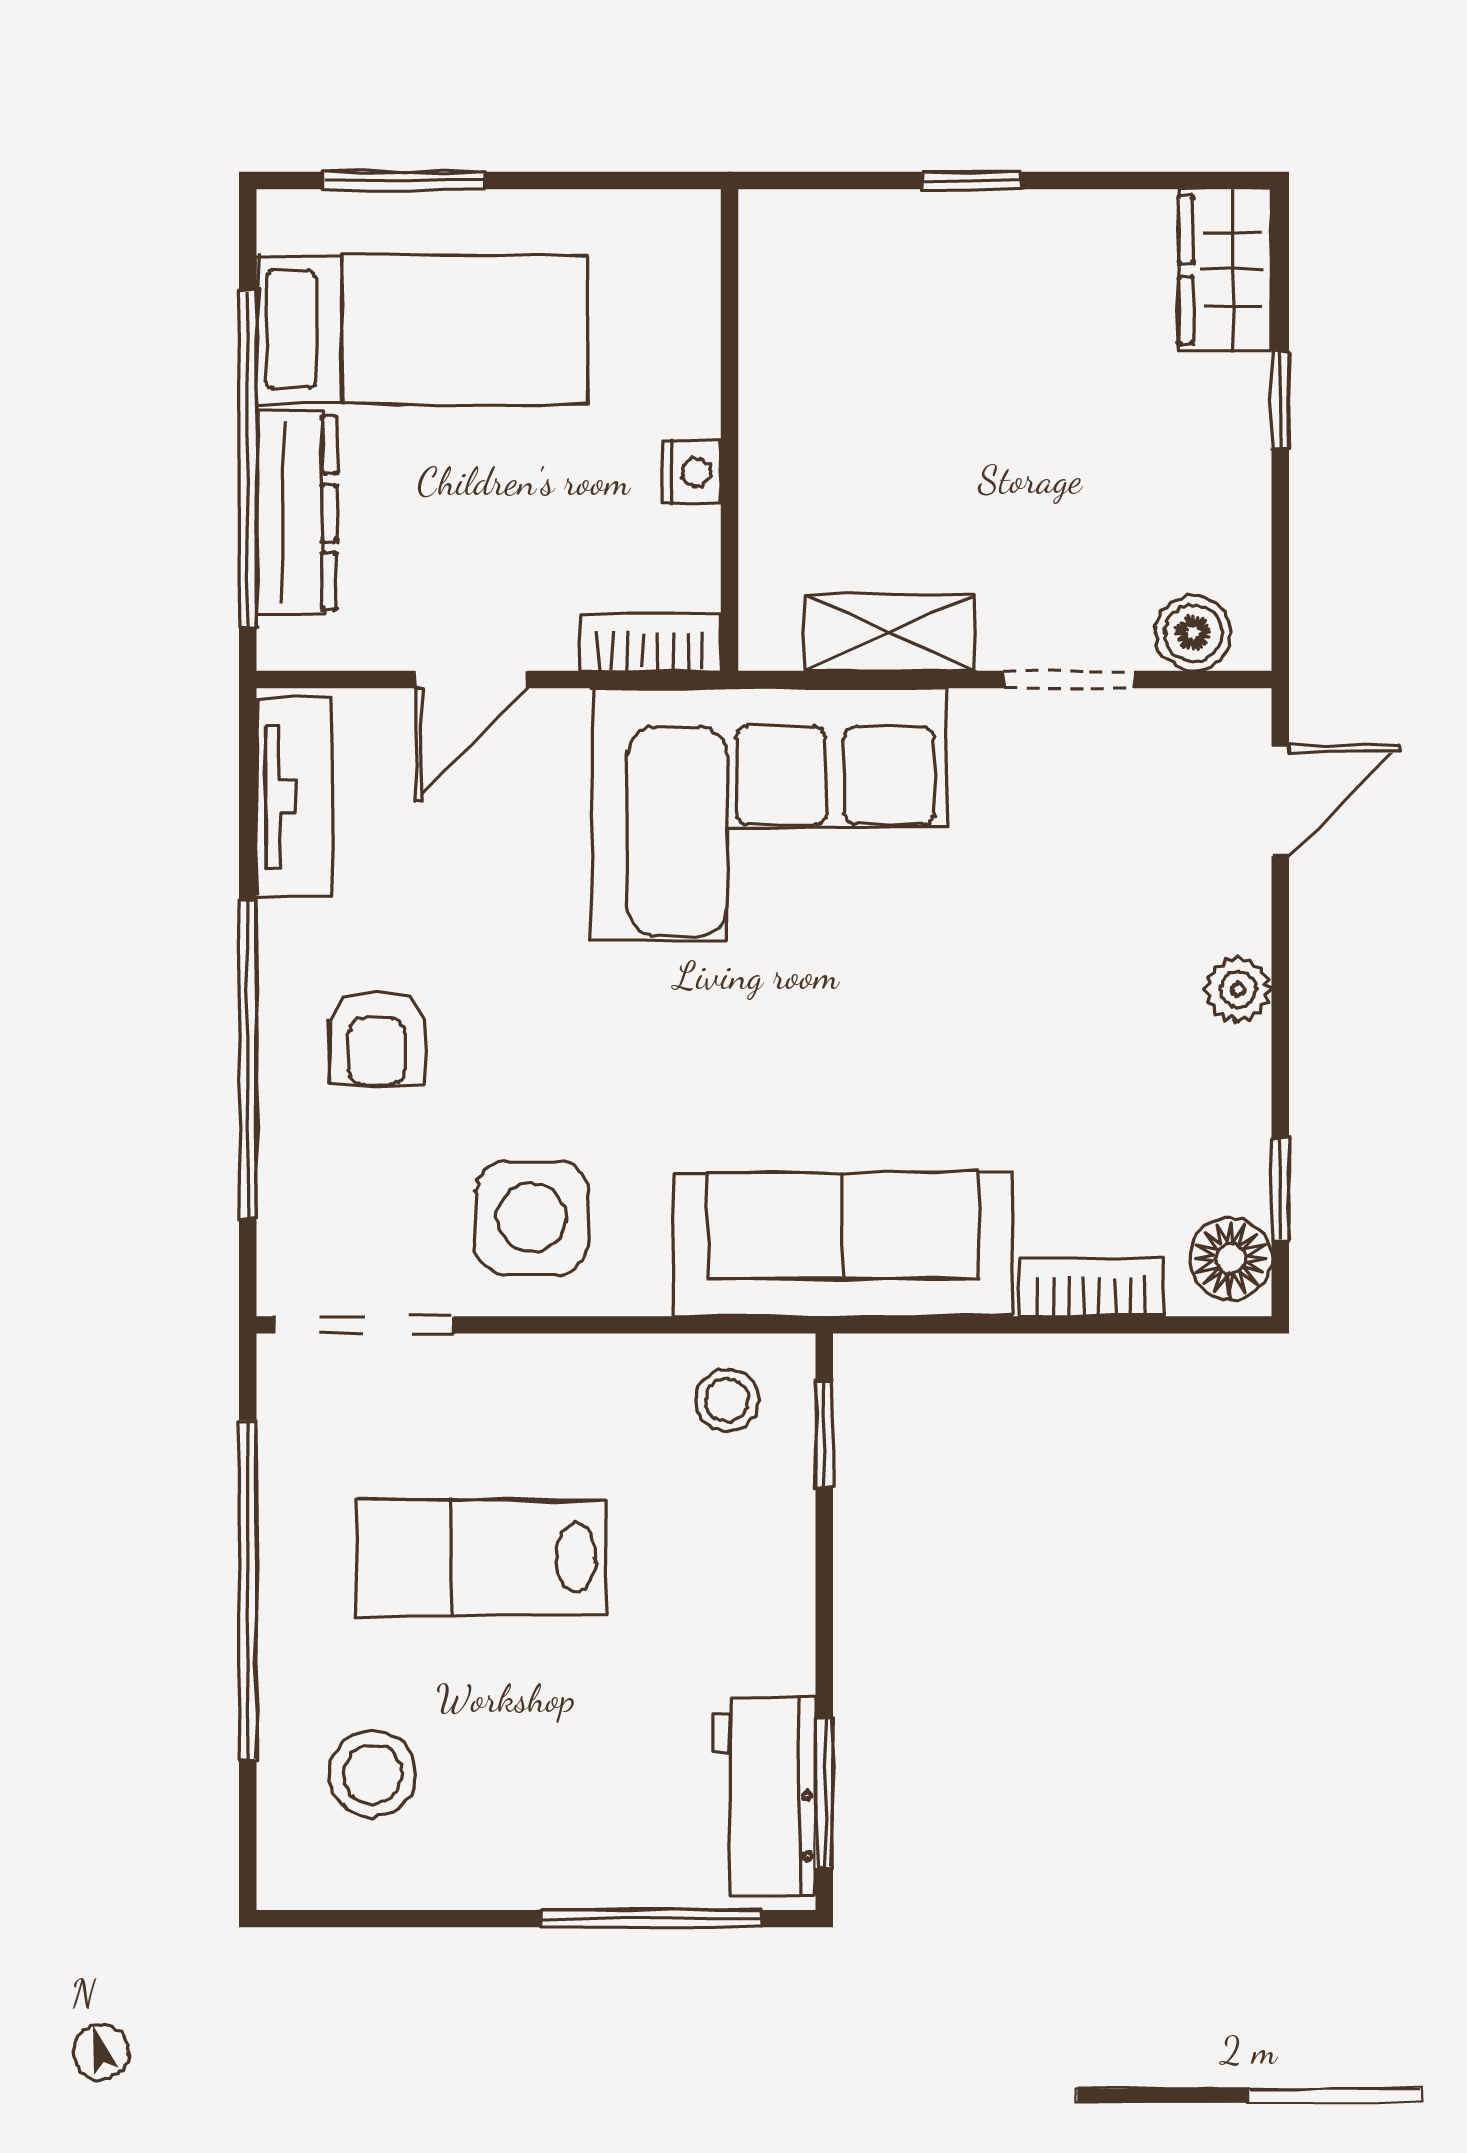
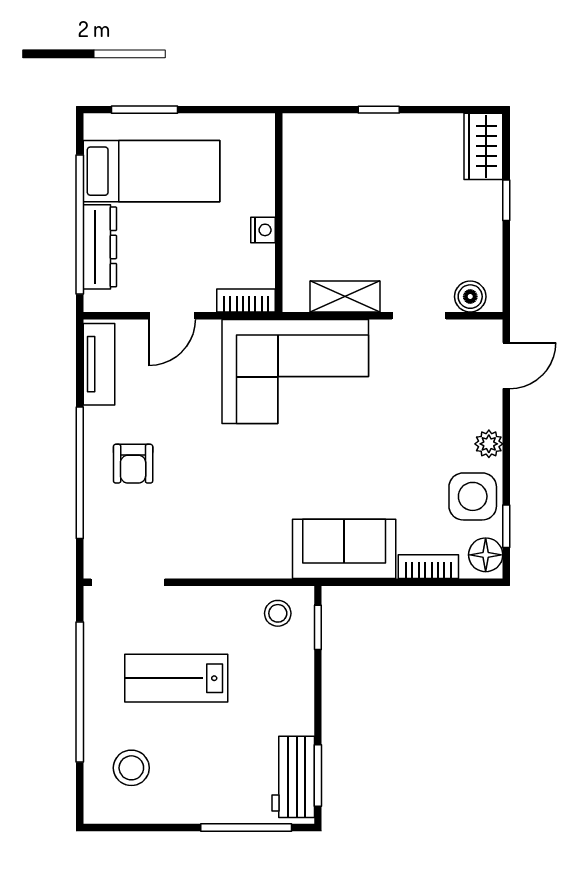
side table: (532, 1218) -> (473, 496), moved
sofa: (843, 1244) -> (344, 549), width x0.73

